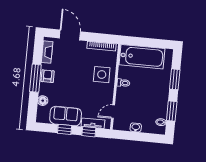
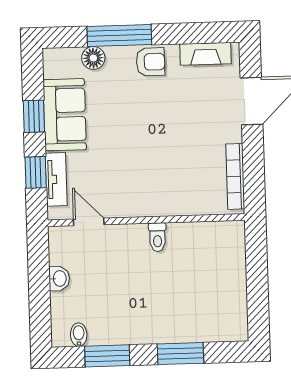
bathtub: (142, 57) -> (223, 272), removed
side table: (102, 75) -> (170, 185), removed
window: (35, 78) -> (119, 35), moved

